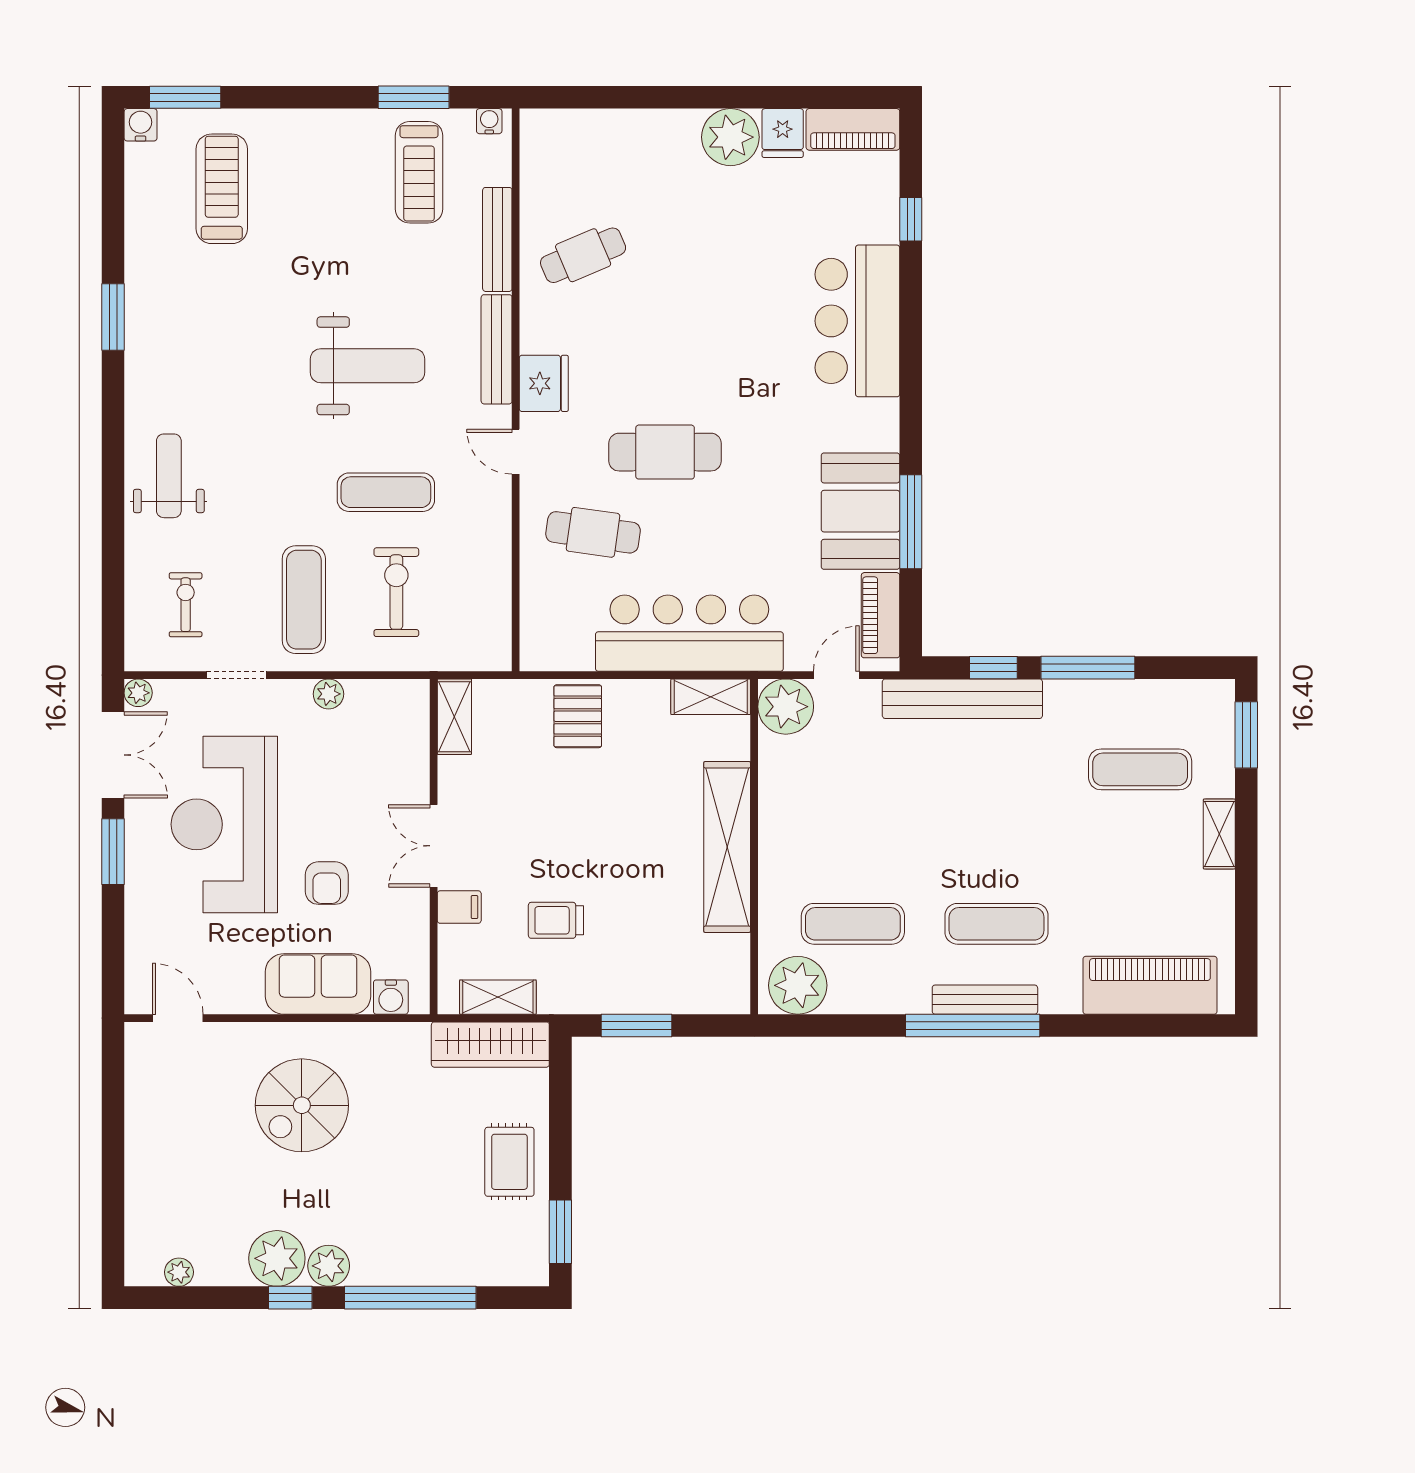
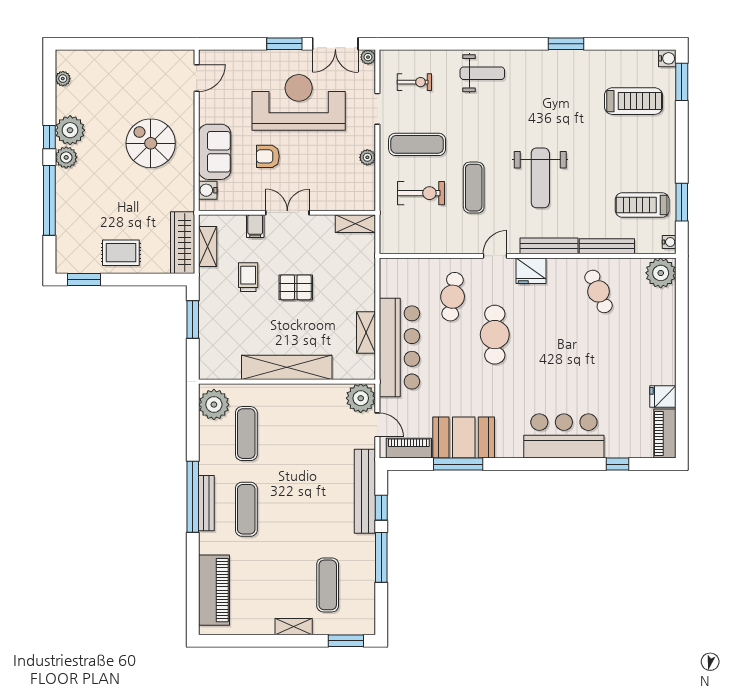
plant: (730, 137) -> (661, 273), moved
shelving: (711, 697) -> (366, 333), moved
pallet: (578, 716) -> (296, 287), moved

